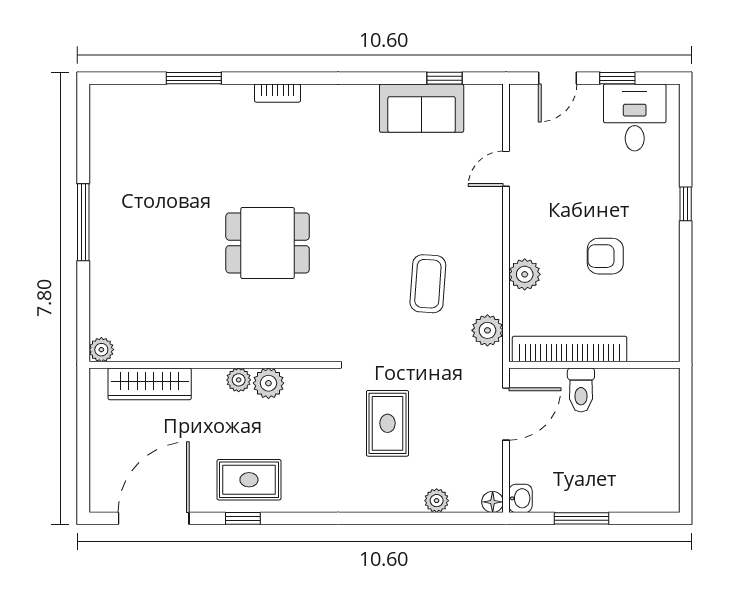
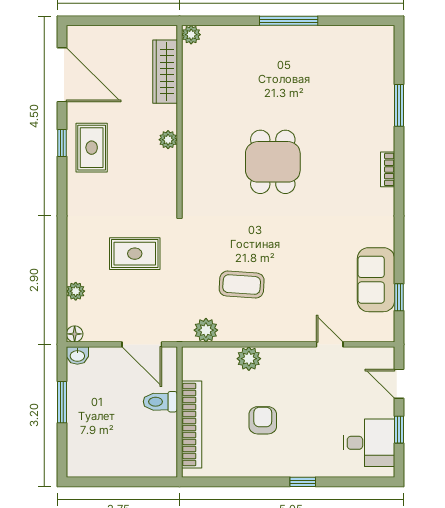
bookcase: (570, 349) -> (192, 424), moved
plant: (268, 383) -> (165, 163), removed

